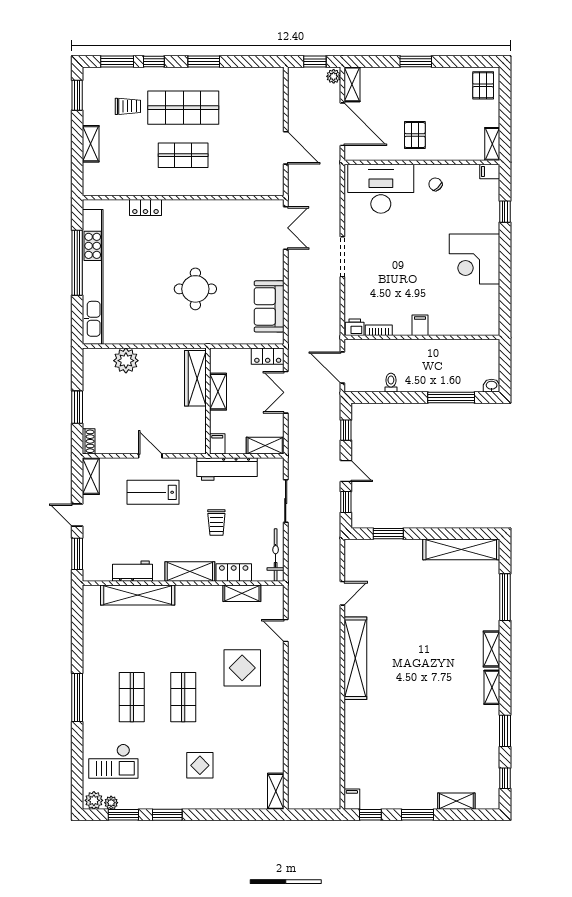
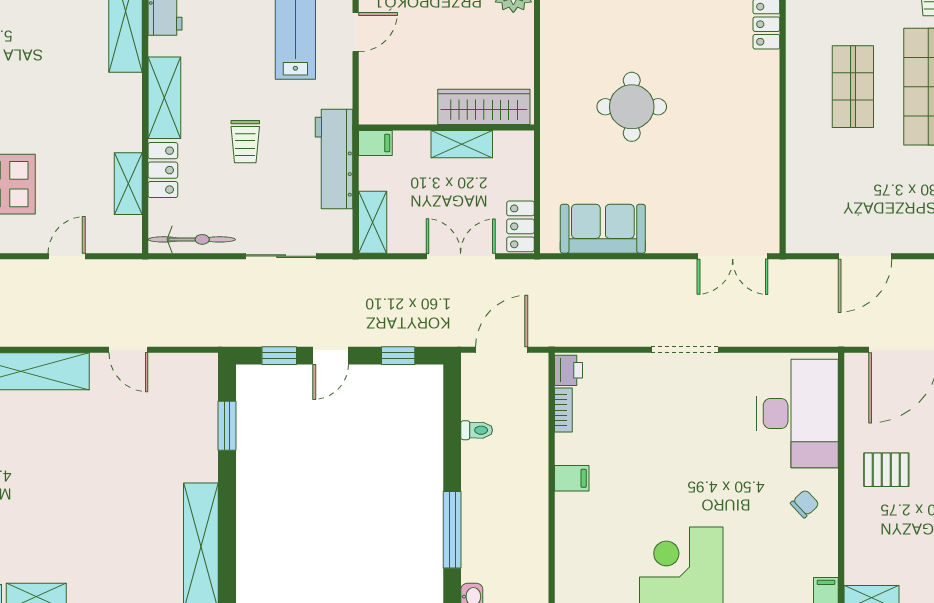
trolley: (216, 523) -> (245, 142), turned -90

